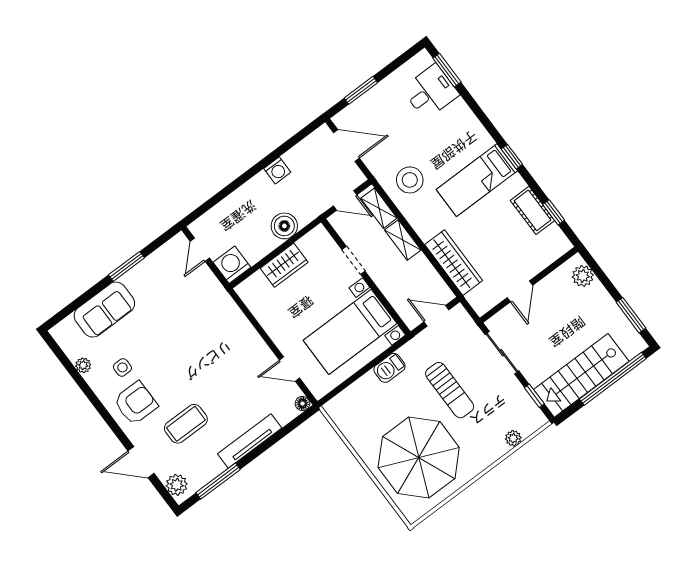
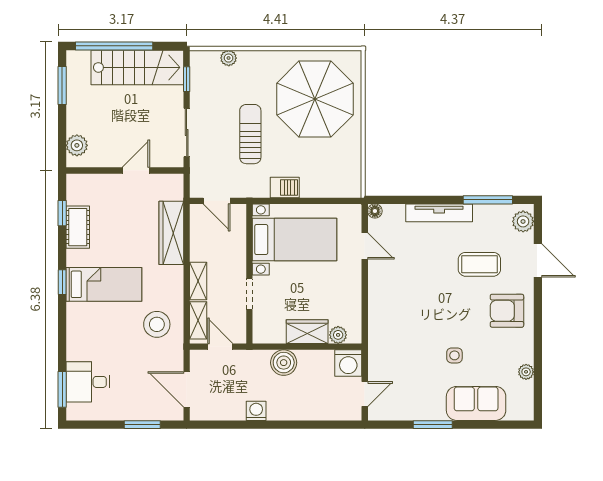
plant: (257, 281) -> (338, 335), added
side table: (122, 367) -> (454, 355), moved

